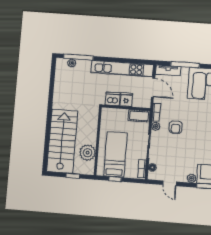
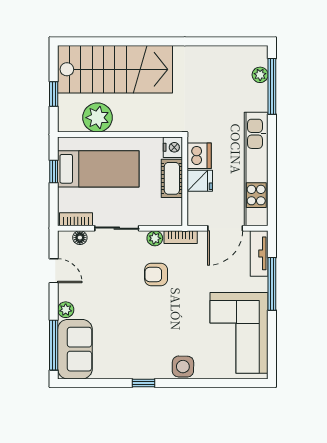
nightstand: (107, 113) -> (173, 147), added
cot: (139, 116) -> (172, 178), moved
door: (170, 183) -> (54, 271), swing flipped

